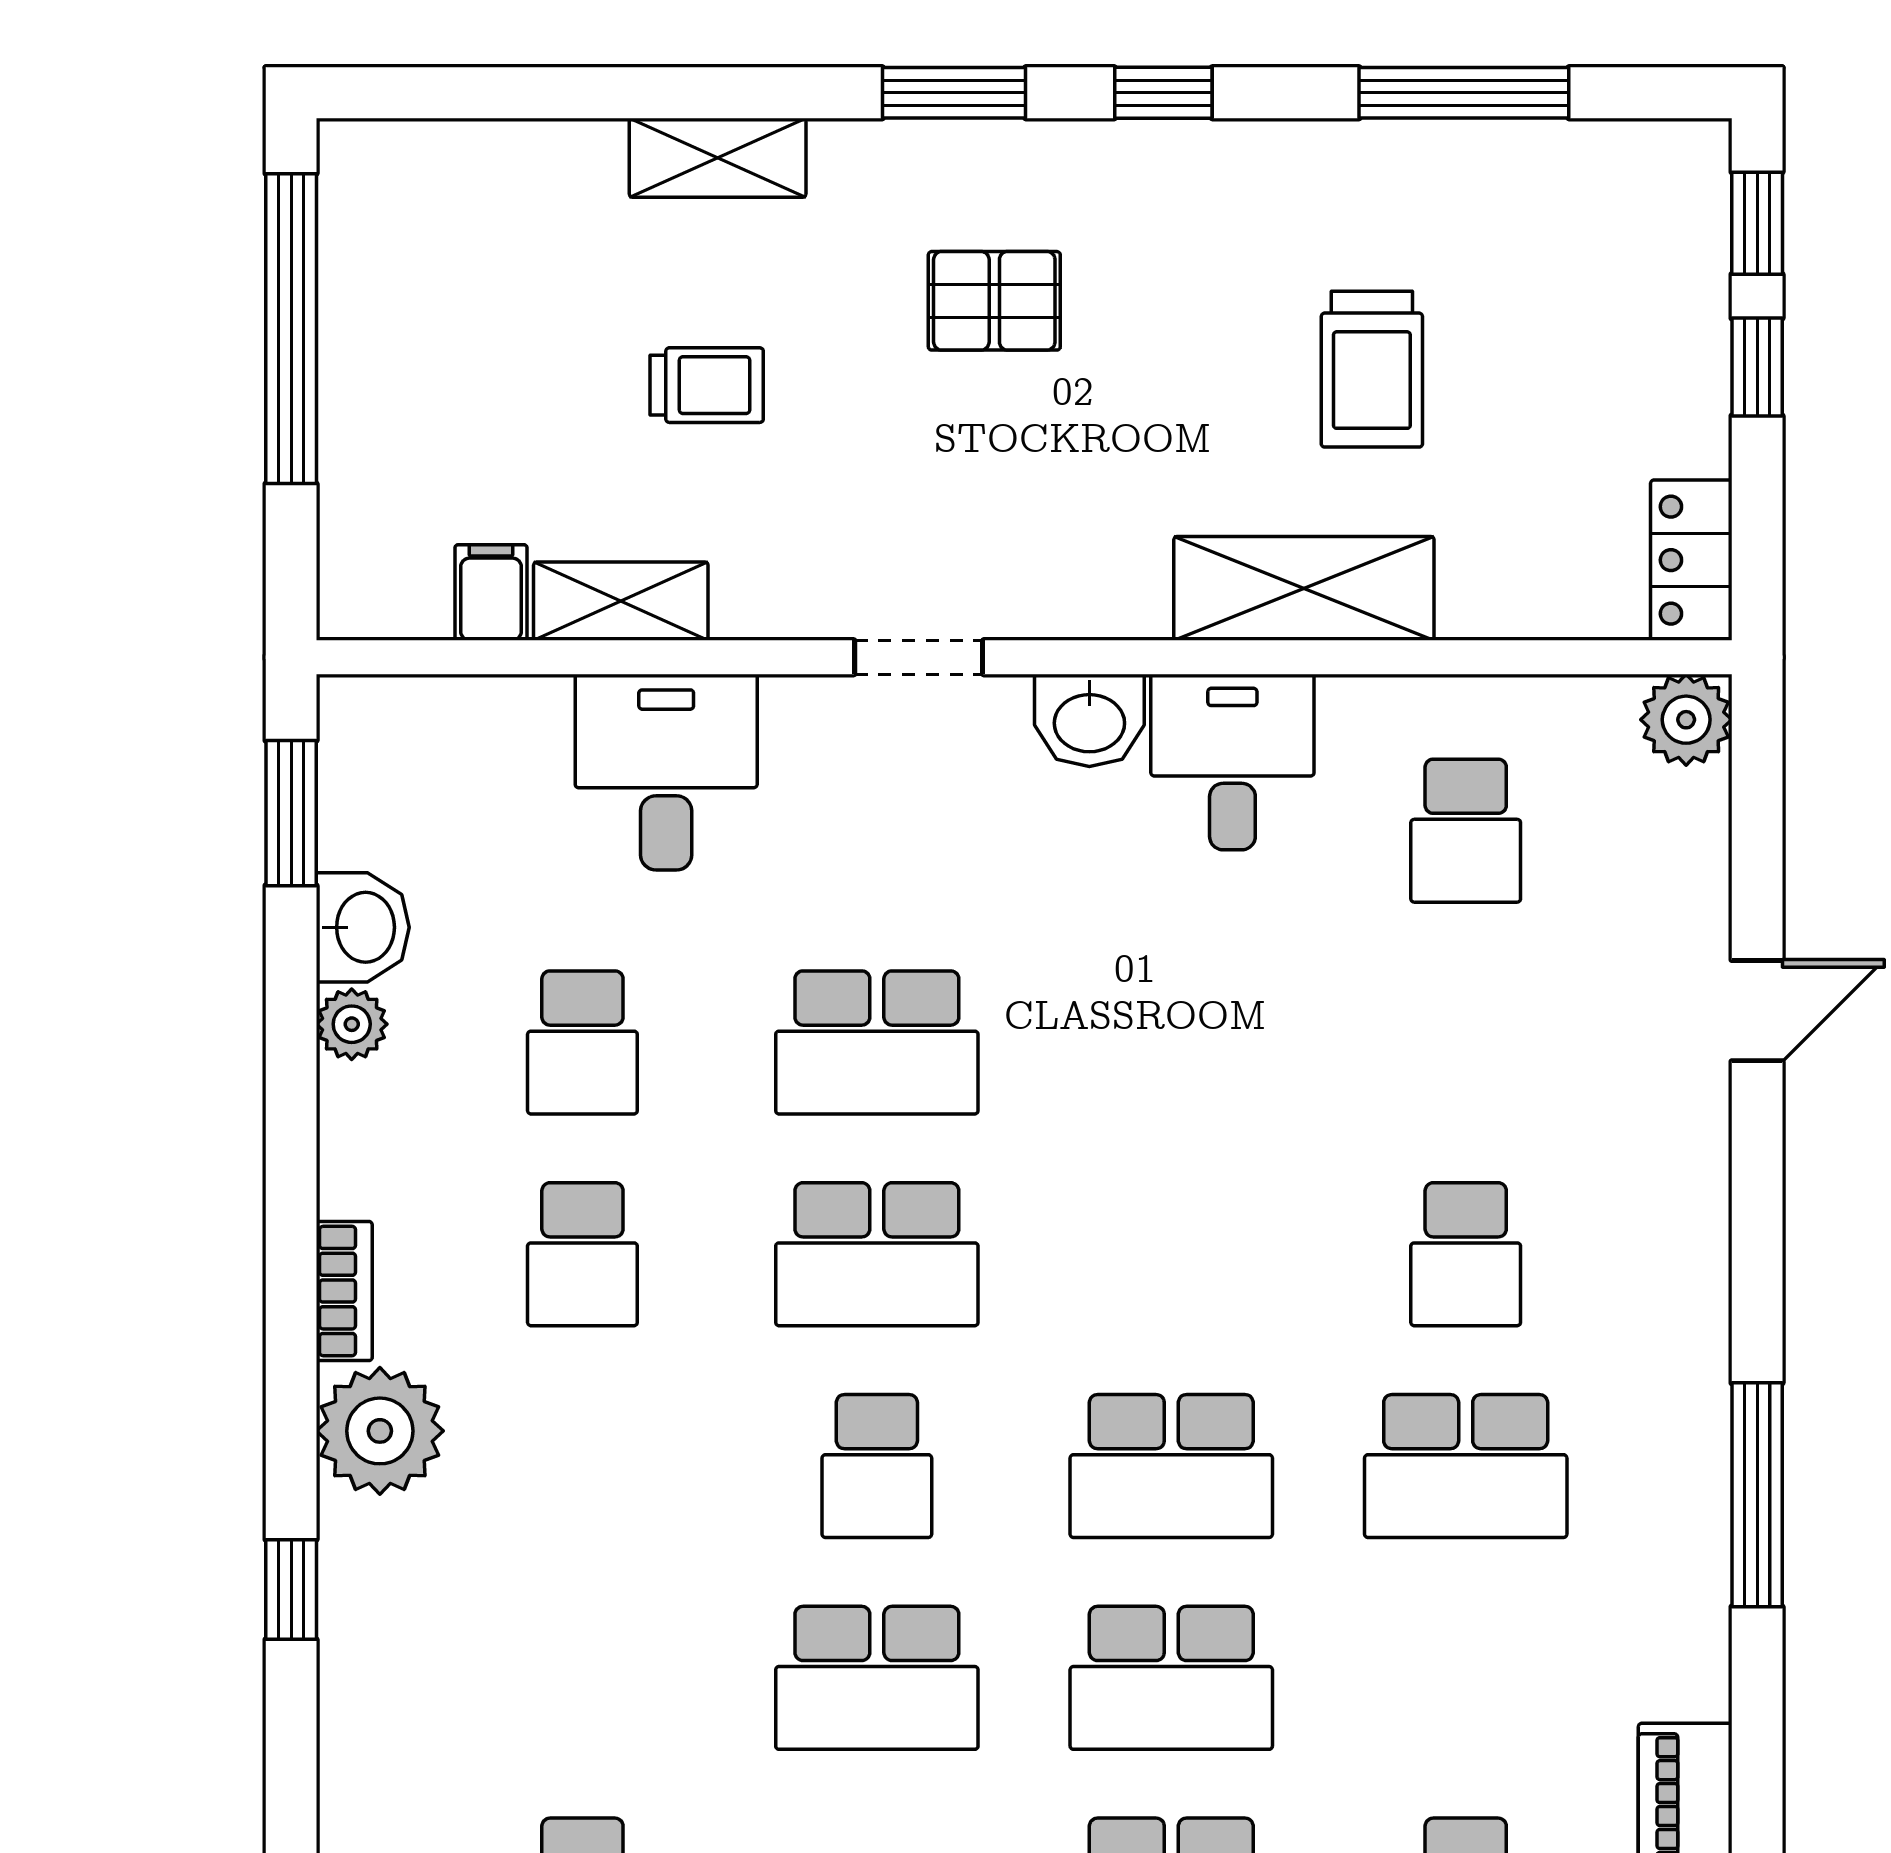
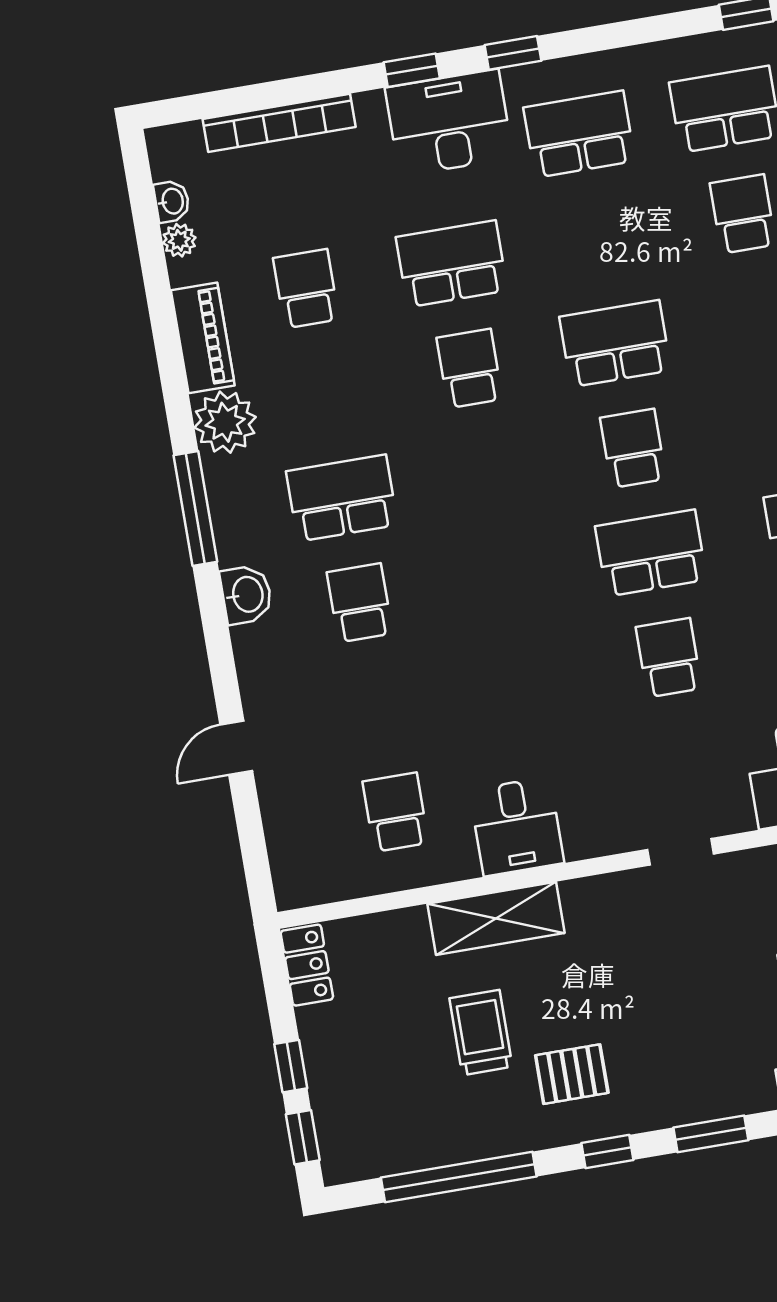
window: (1464, 93) -> (459, 1177), width x1.46
pallet: (994, 301) -> (572, 1074), moved
washbasin: (1089, 720) -> (246, 595), moved, turned 90
plant: (1686, 720) -> (225, 422), moved, width x1.36, depth x1.36
school desk: (877, 1042) -> (669, 658), width x0.54
school desk: (1171, 1466) -> (487, 473), removed
school desk: (1171, 1678) -> (469, 368), width x0.54

